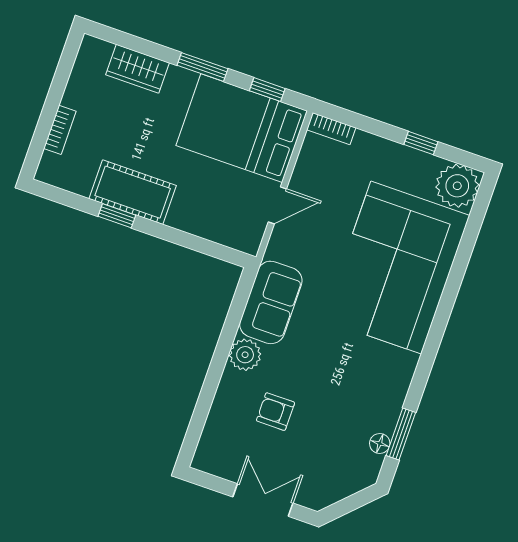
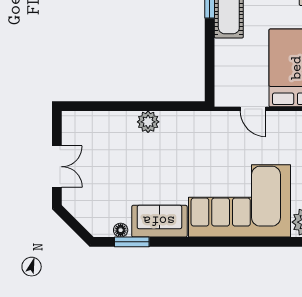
sofa: (271, 302) -> (159, 221), moved, turned 180
armchair: (276, 412) -> (118, 155), removed

